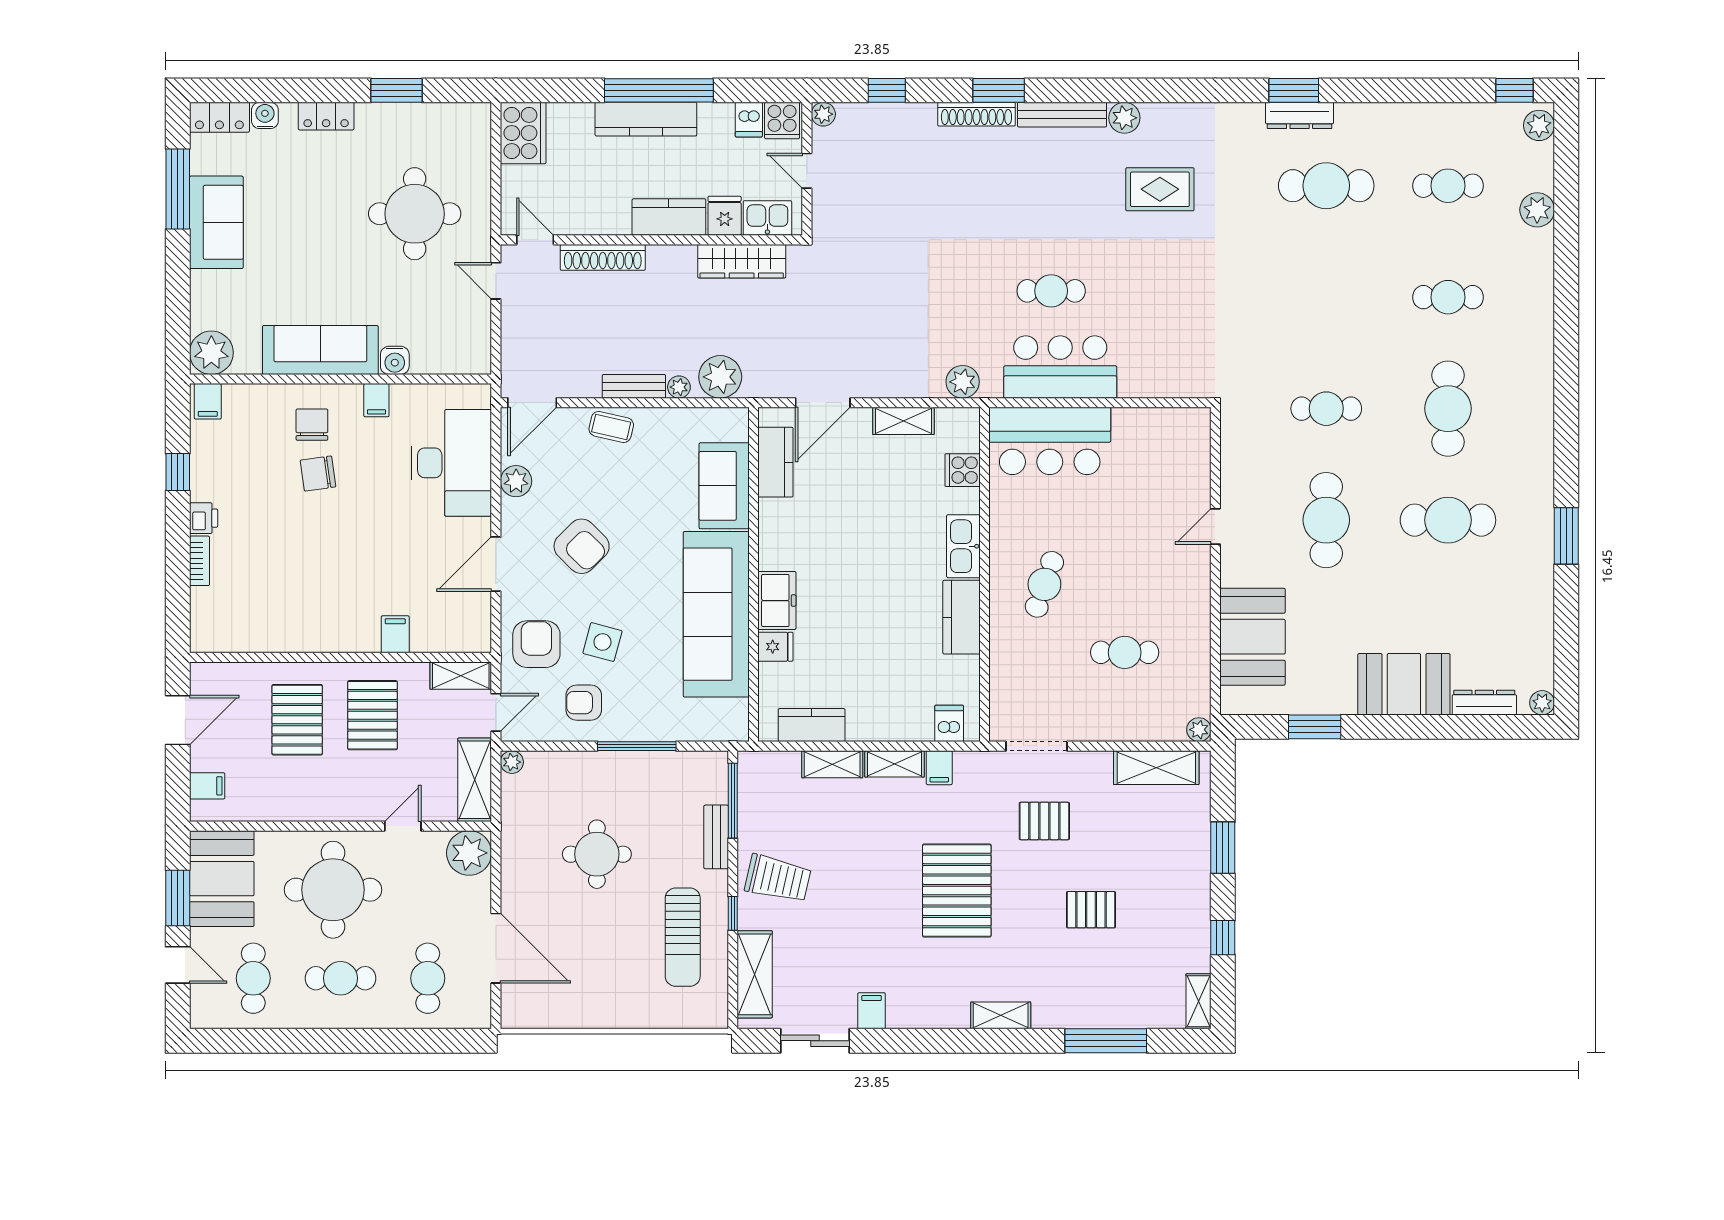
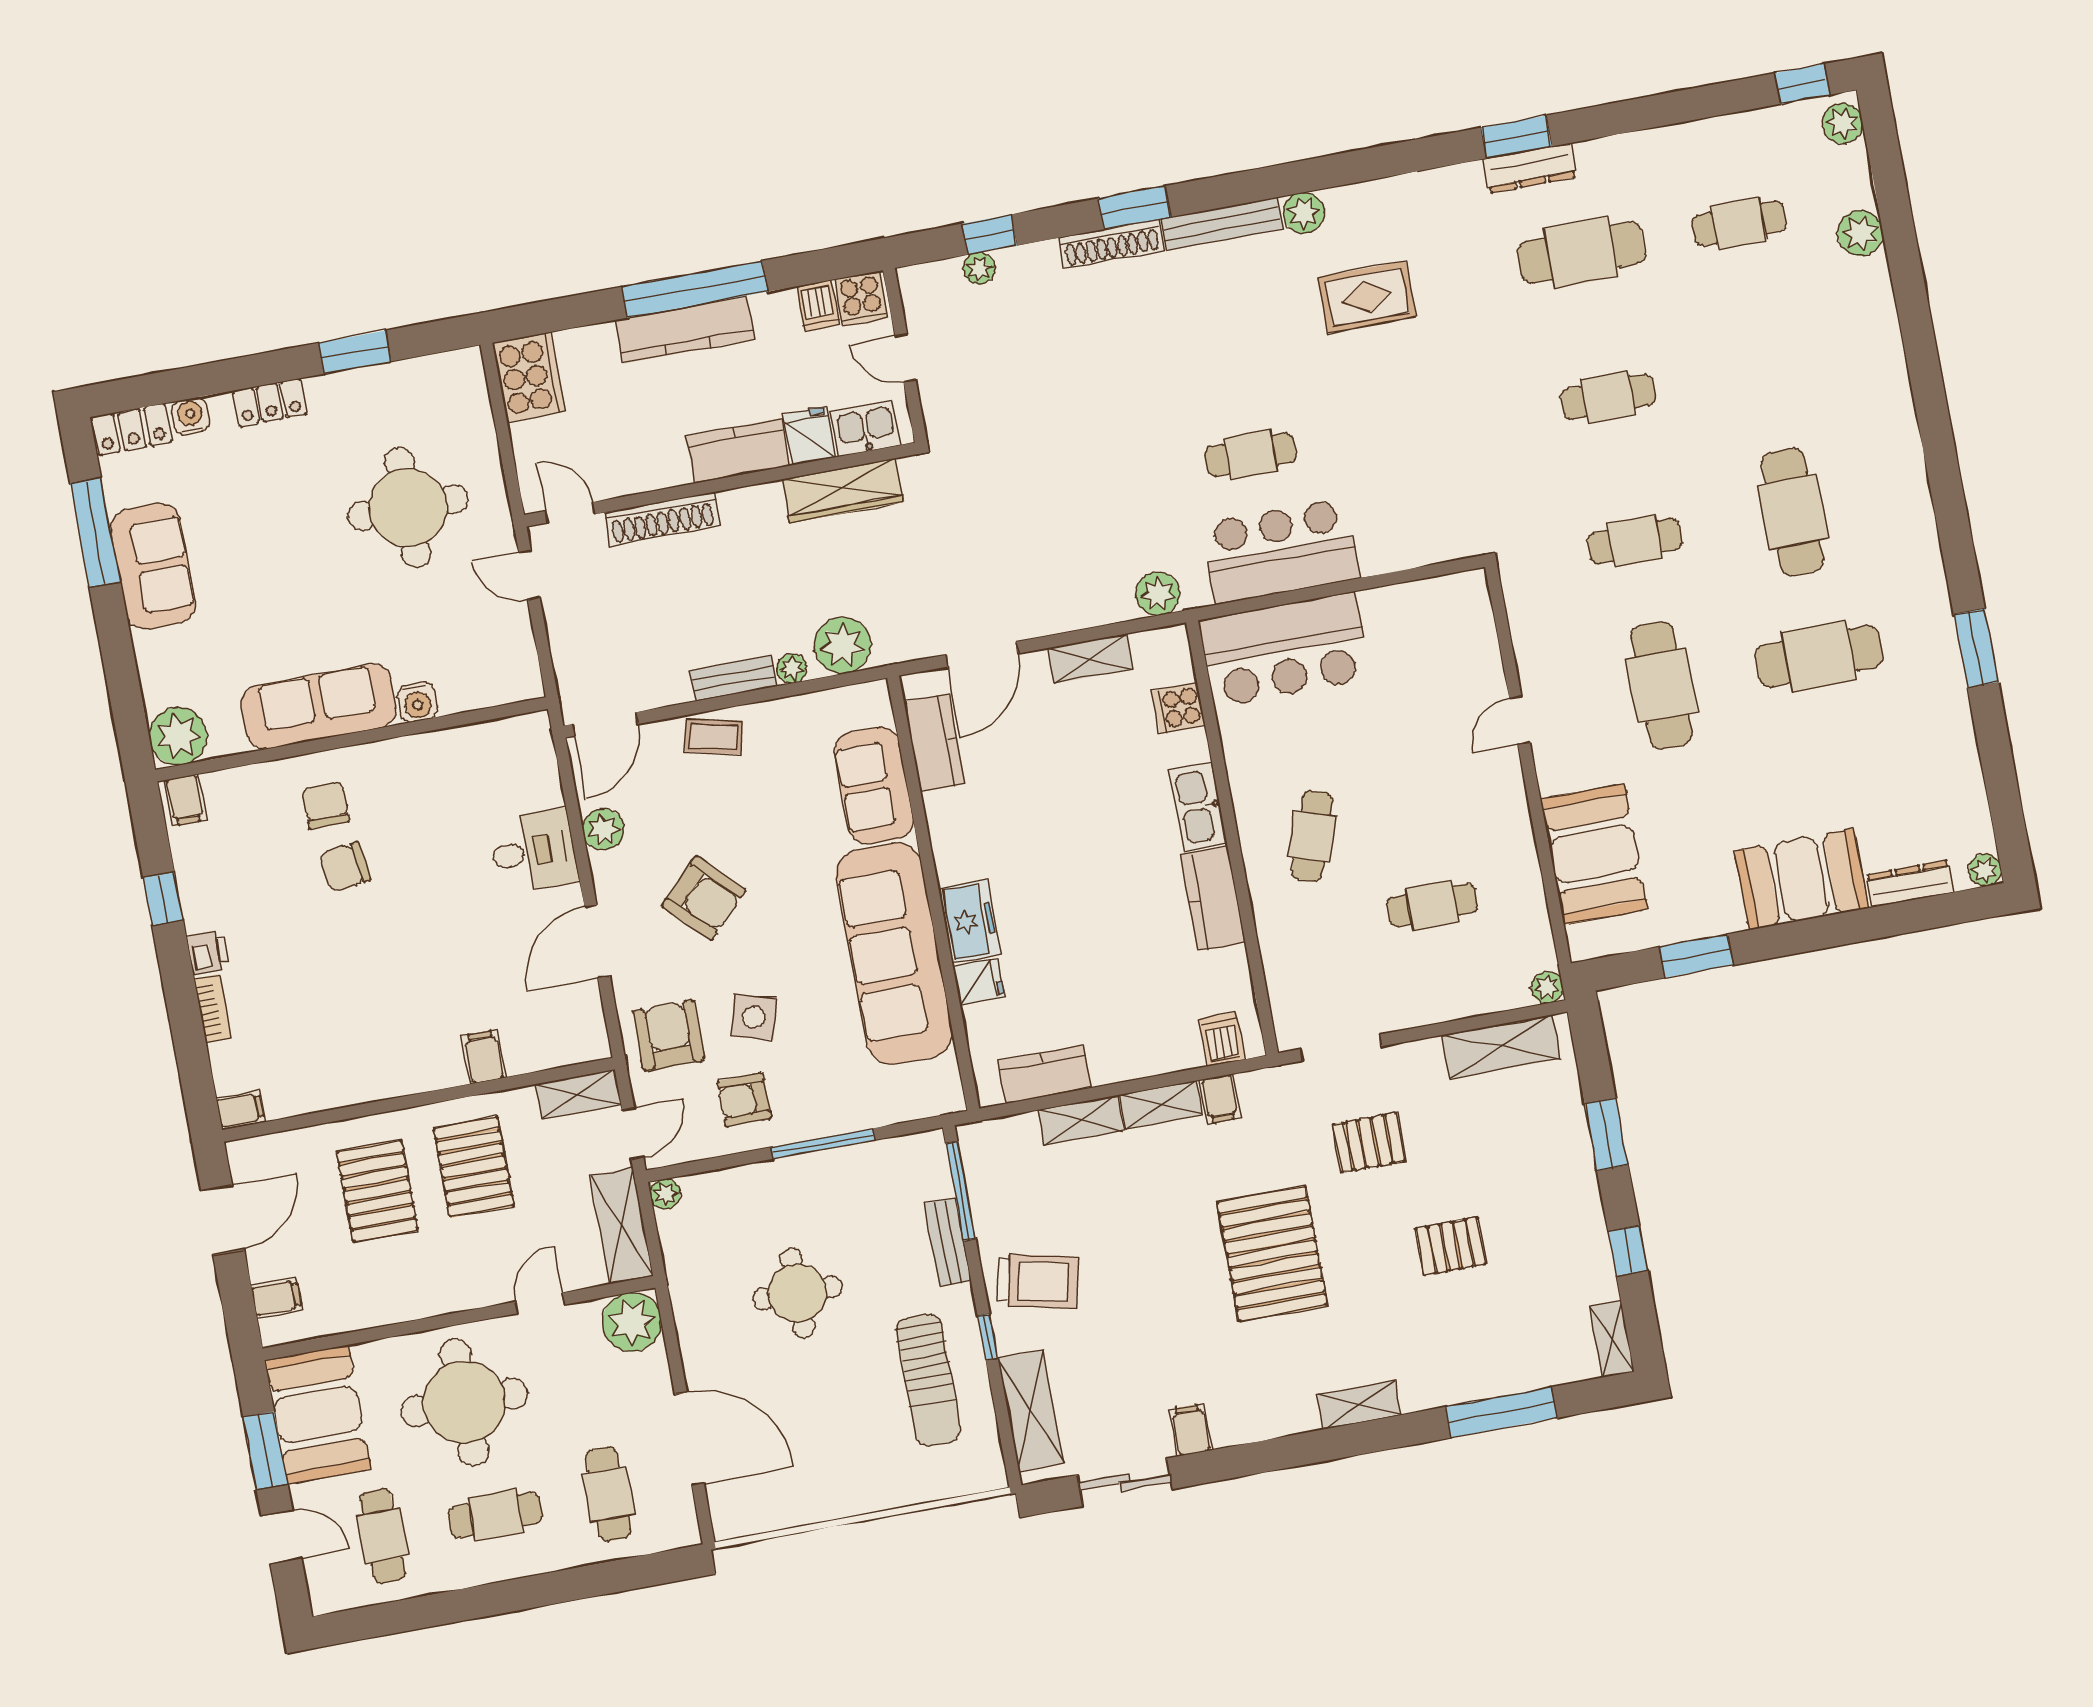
plant: (823, 114) -> (979, 268), moved
cafe table: (1448, 297) -> (1608, 397), moved
filing cabinet: (376, 400) -> (240, 1110), moved, turned -90
desk: (451, 463) -> (533, 851), width x0.53, depth x0.77

